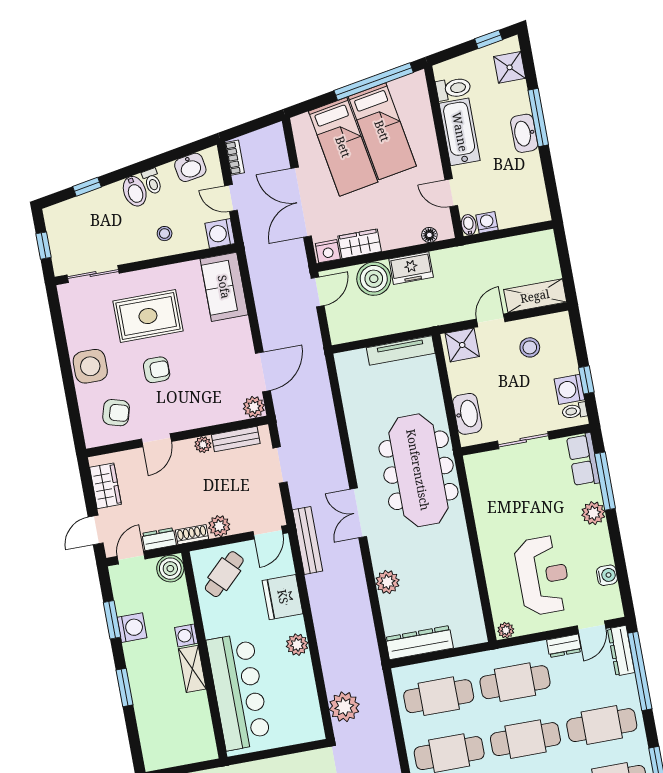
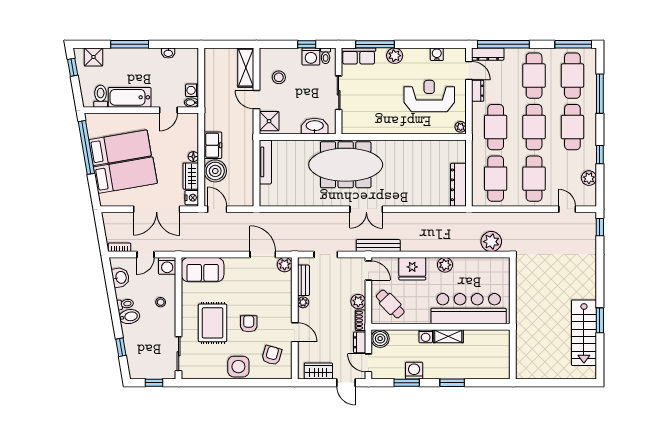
washbasin: (524, 133) -> (168, 53), moved, width x0.52, depth x0.69
floor lamp: (429, 235) -> (193, 157), moved
plant: (387, 582) -> (415, 198), removed

